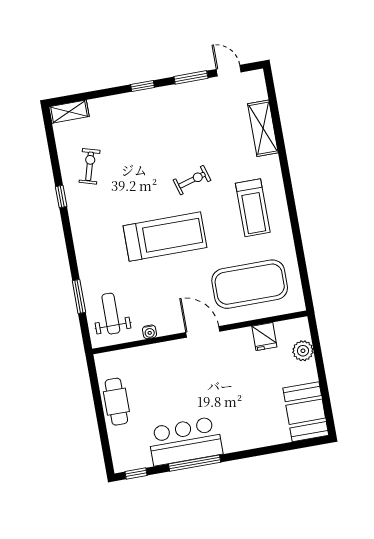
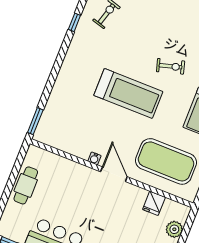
window: (79, 296) -> (35, 121), moved
weight bench: (111, 314) -> (59, 123), removed
water cooler: (149, 332) -> (94, 158), moved

